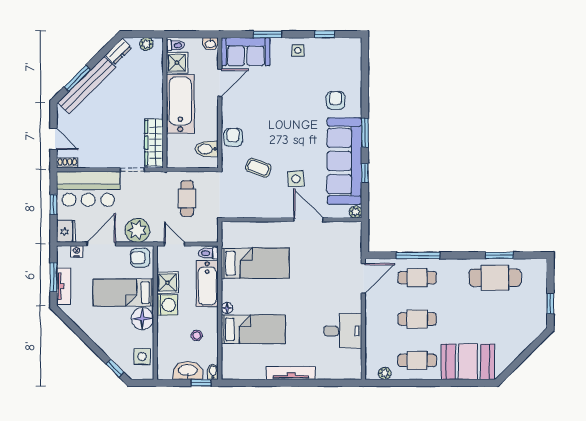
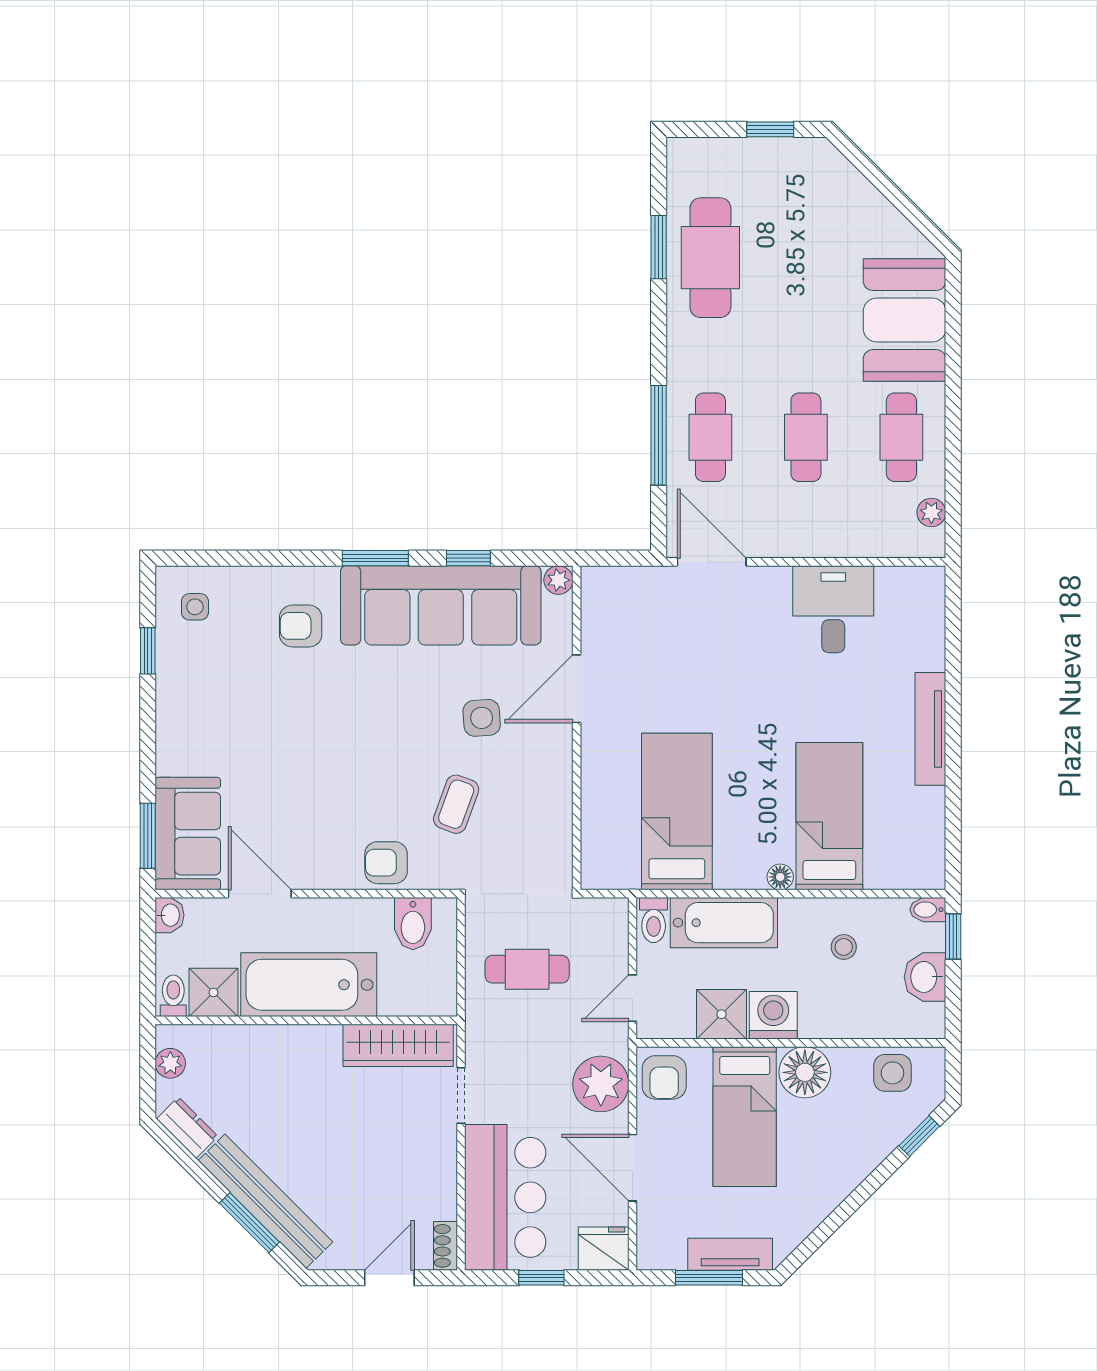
window: (267, 34) -> (148, 836), moved
side table: (298, 50) -> (195, 607), moved
nightstand: (77, 251) -> (650, 1224), removed
washbasin: (188, 371) -> (925, 977), width x0.72

